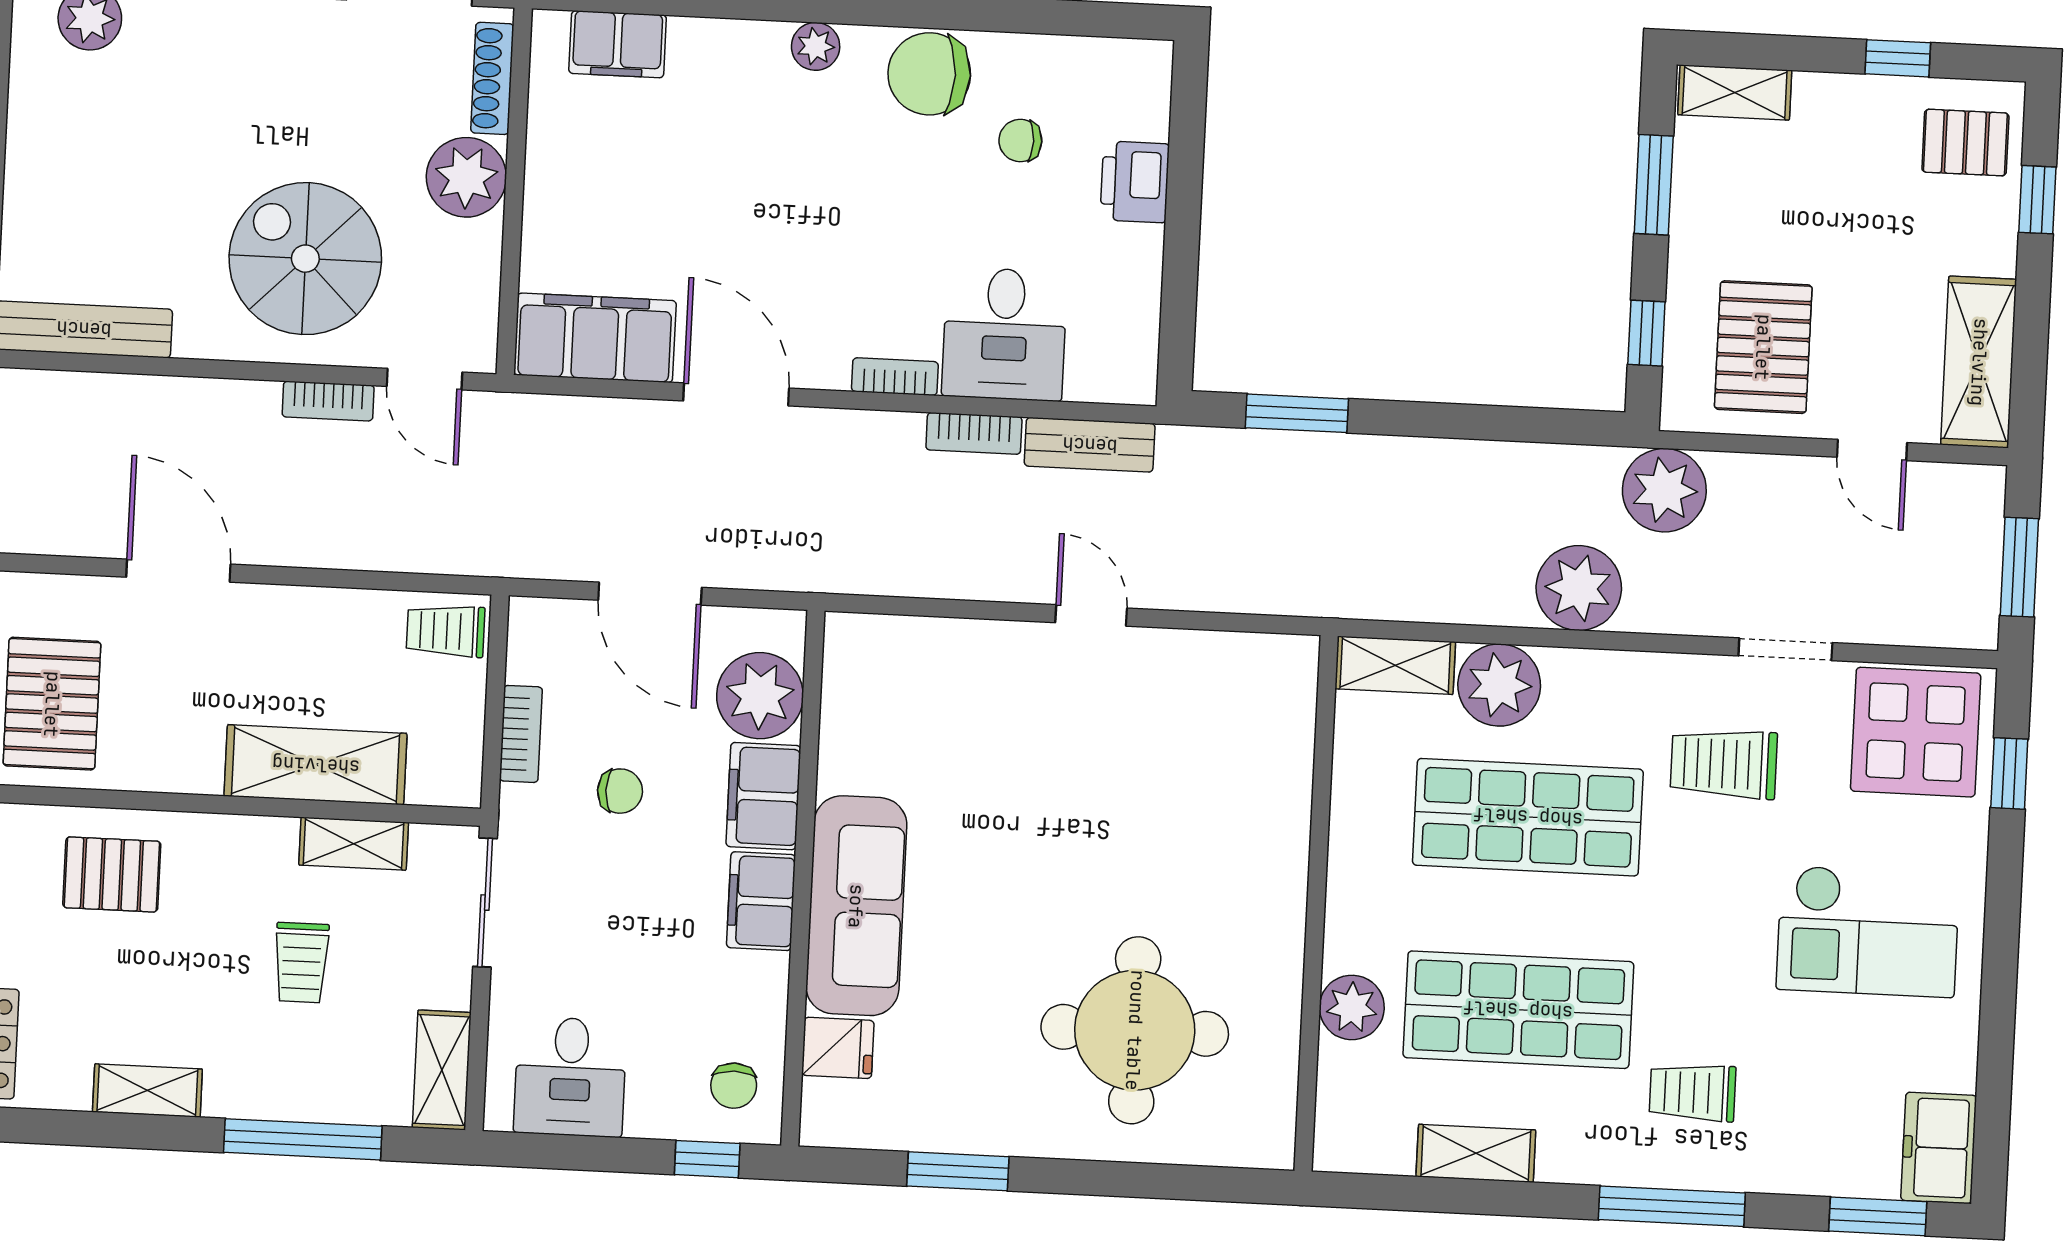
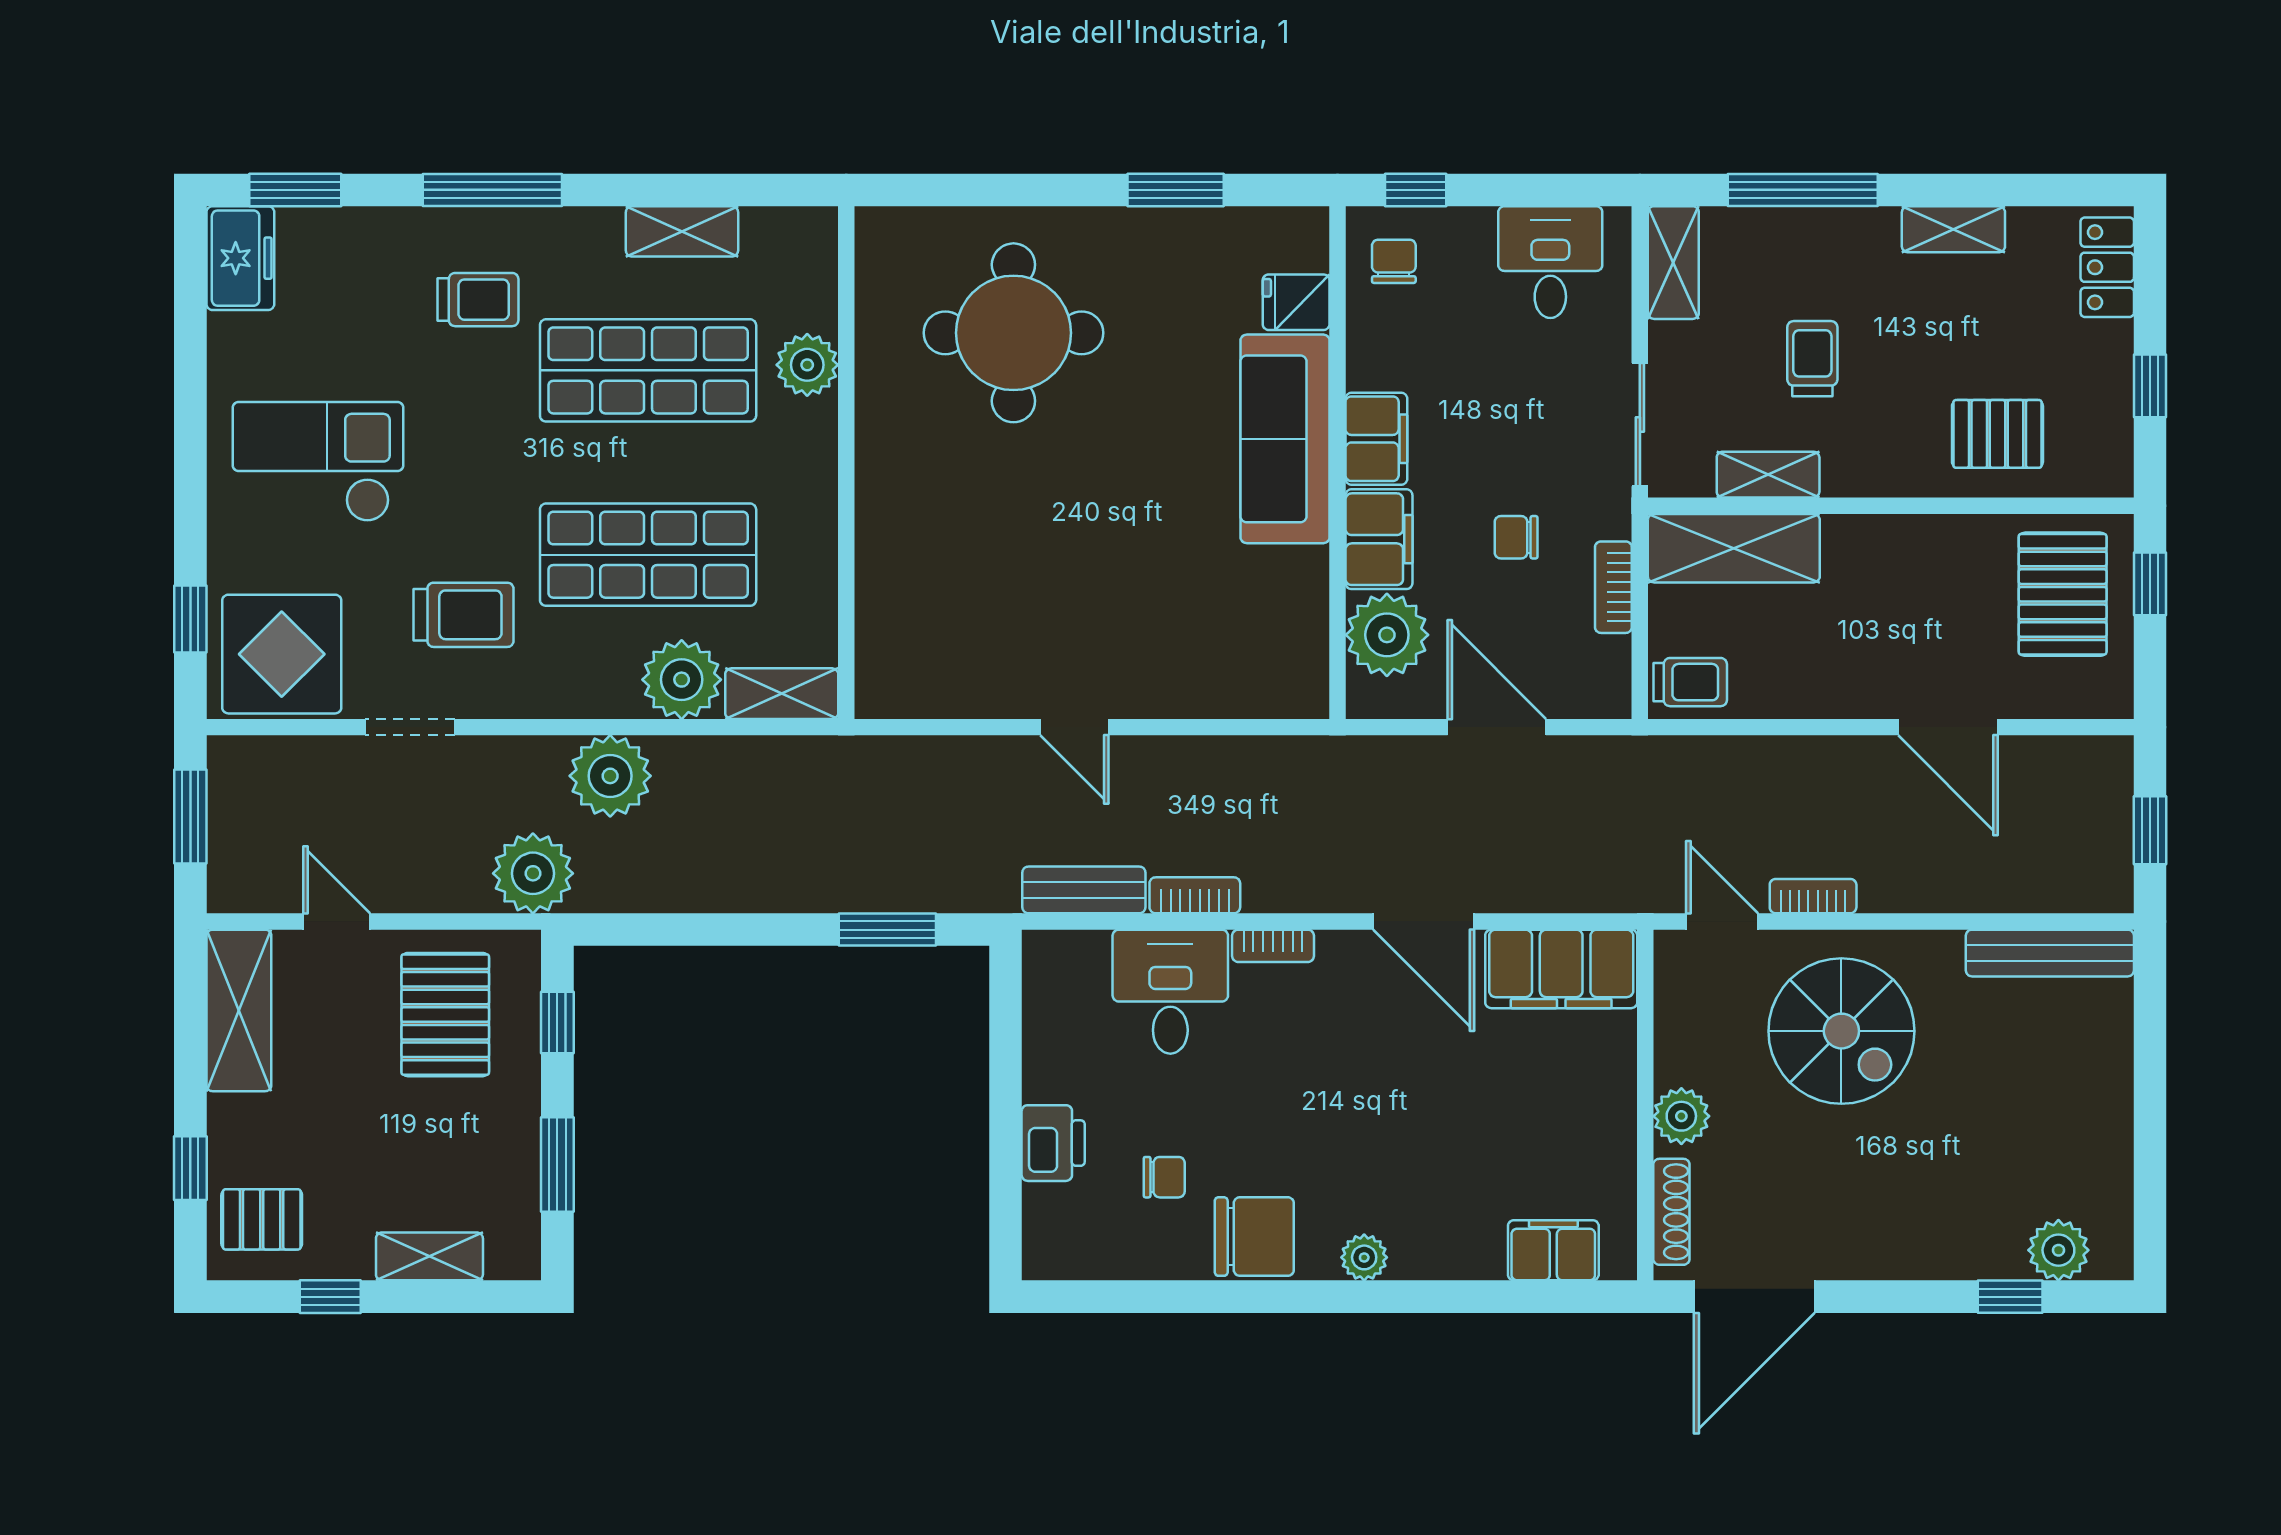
shelving: (1735, 92) -> (429, 1256), moved
plant: (466, 177) -> (1681, 1116), width x0.73, depth x0.73
shelving: (316, 765) -> (1734, 548), moved

